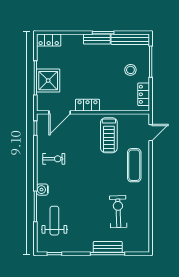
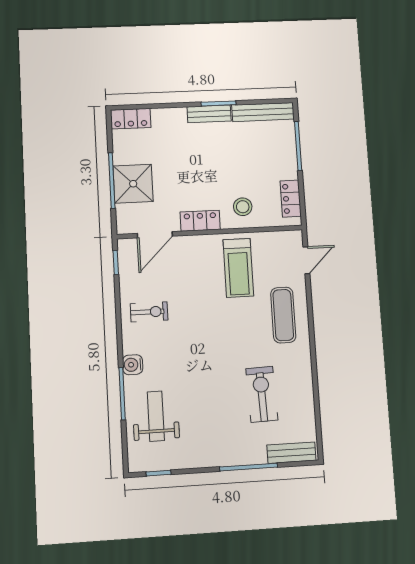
stool: (130, 70) -> (243, 207), moved
bench: (108, 247) -> (291, 453), moved

